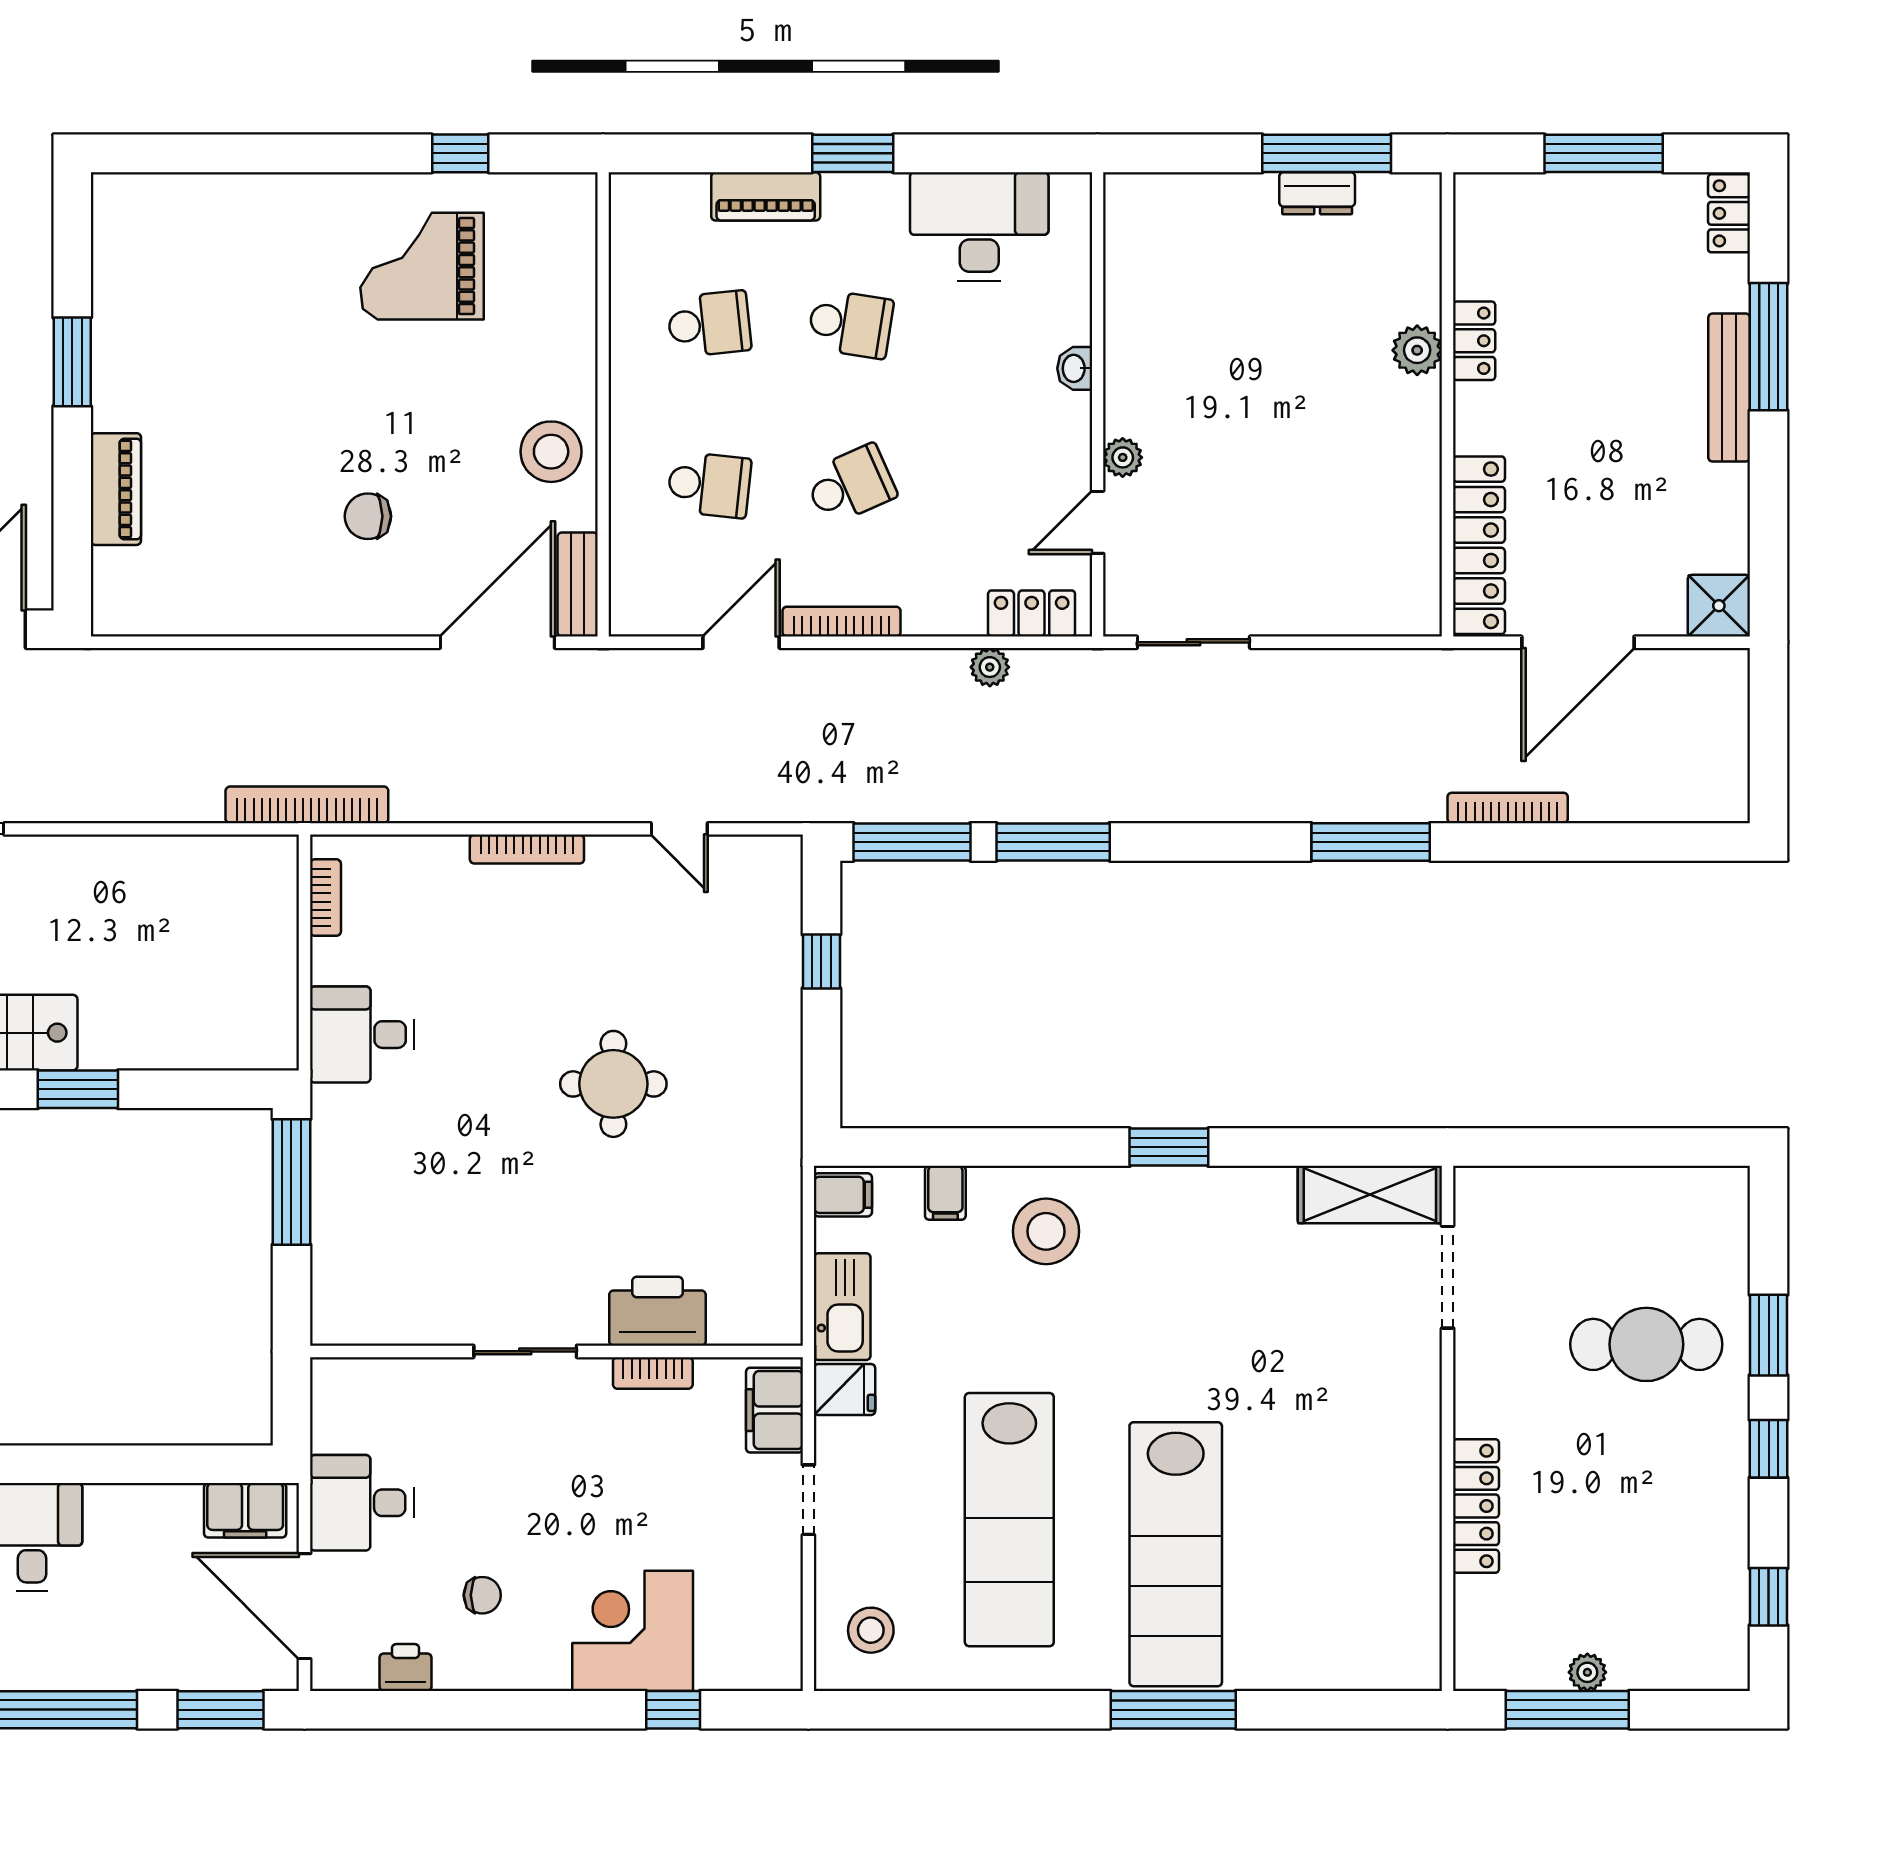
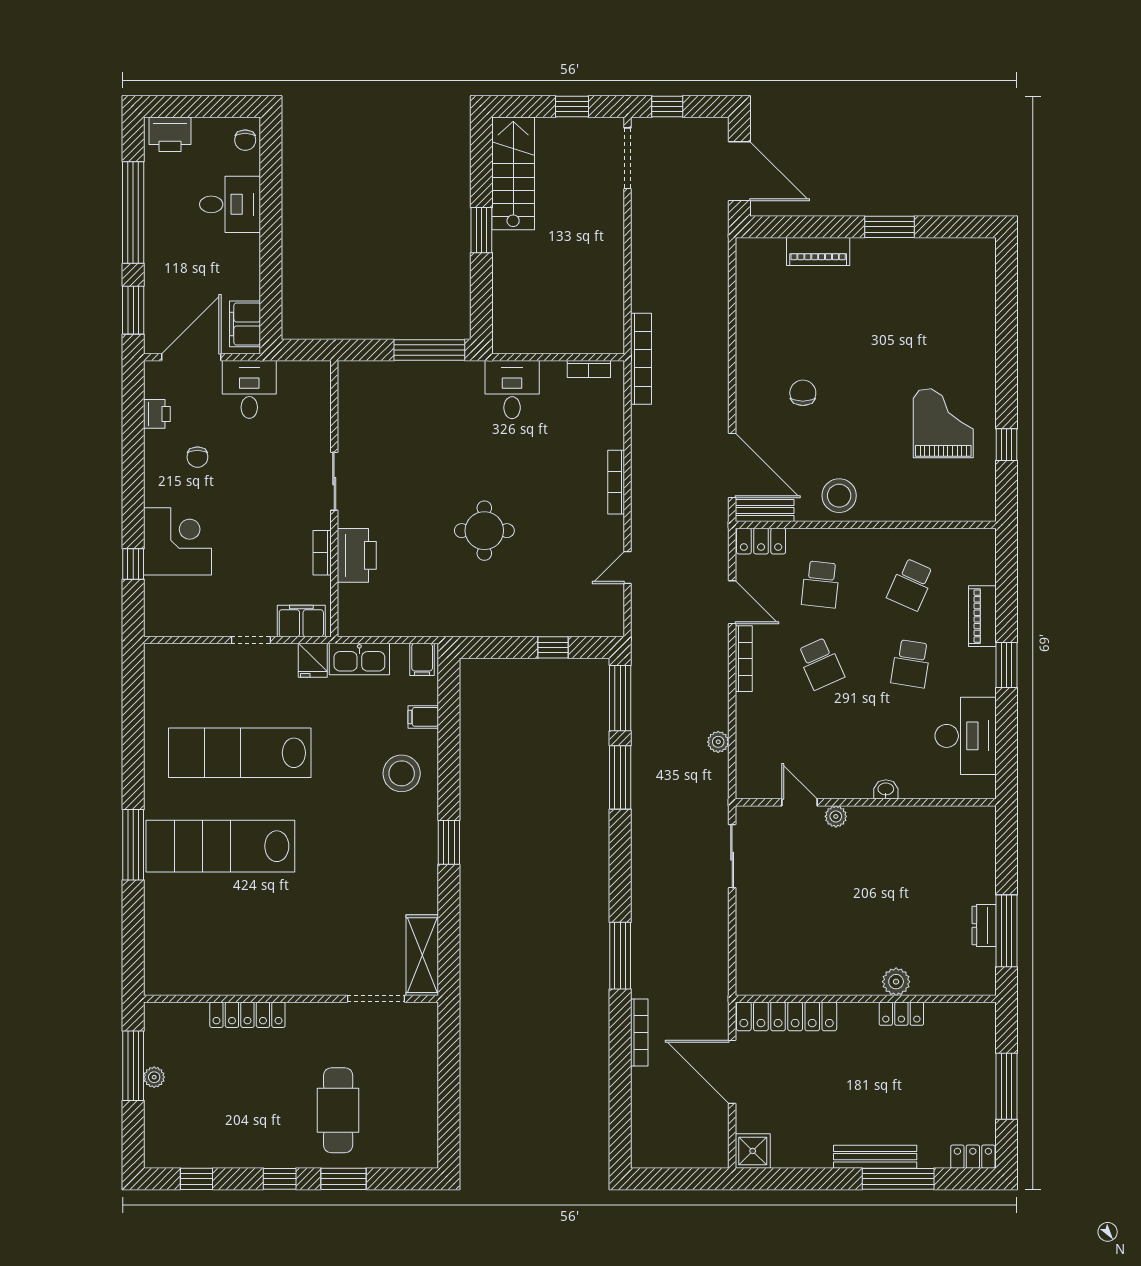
school desk: (709, 324) -> (911, 584), turned 30
locker: (1032, 613) -> (761, 541), moved, turned 90
stool: (871, 1630) -> (178, 675), removed

